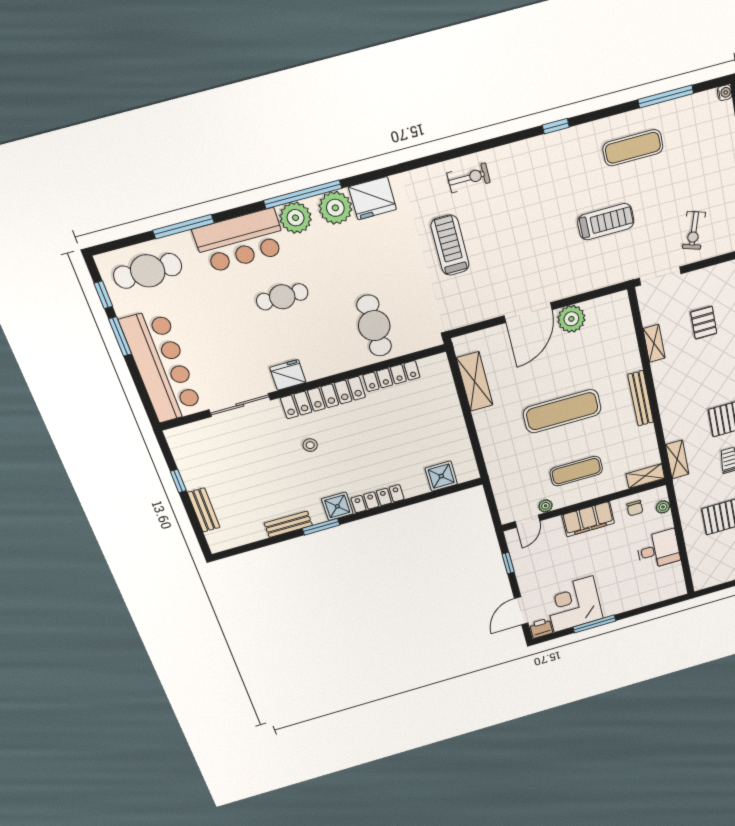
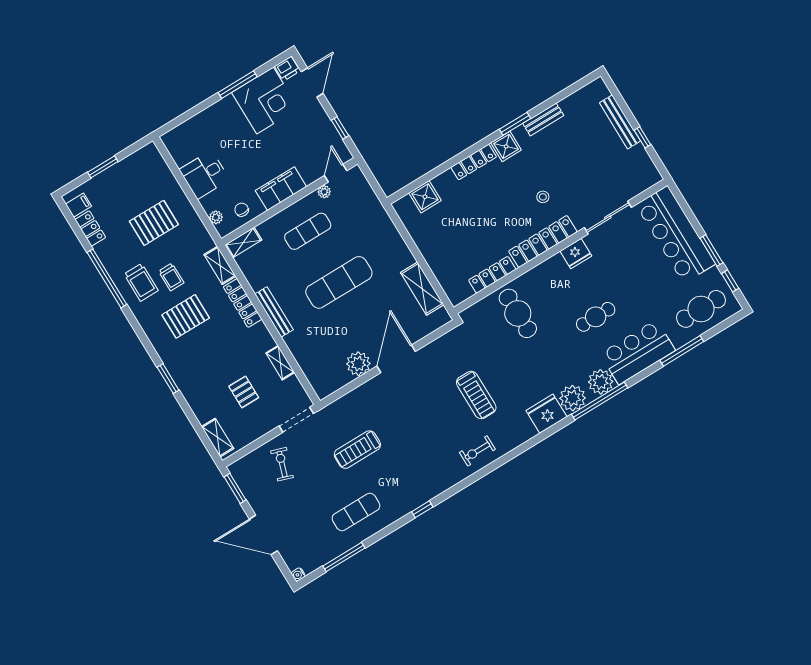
locker: (669, 416) -> (243, 303), added
bench: (204, 510) -> (620, 122), width x1.36

